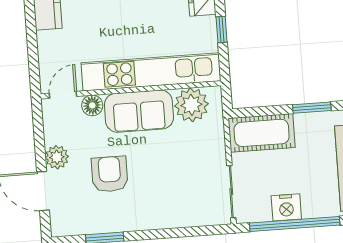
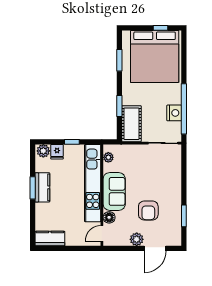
door: (63, 95) -> (102, 233), hinge flipped
plant: (191, 105) -> (108, 157), width x0.53, depth x0.53
window: (312, 108) -> (119, 106), moved
armchair: (110, 174) -> (148, 210), turned -90

